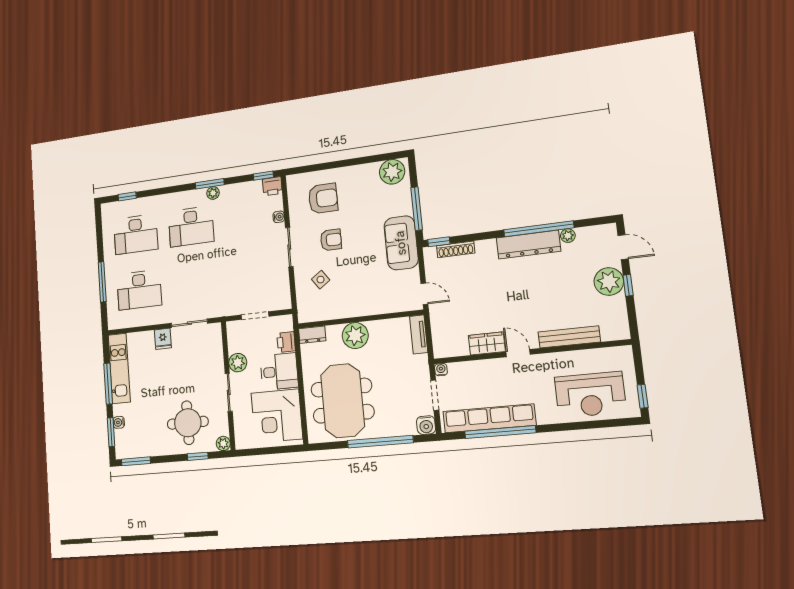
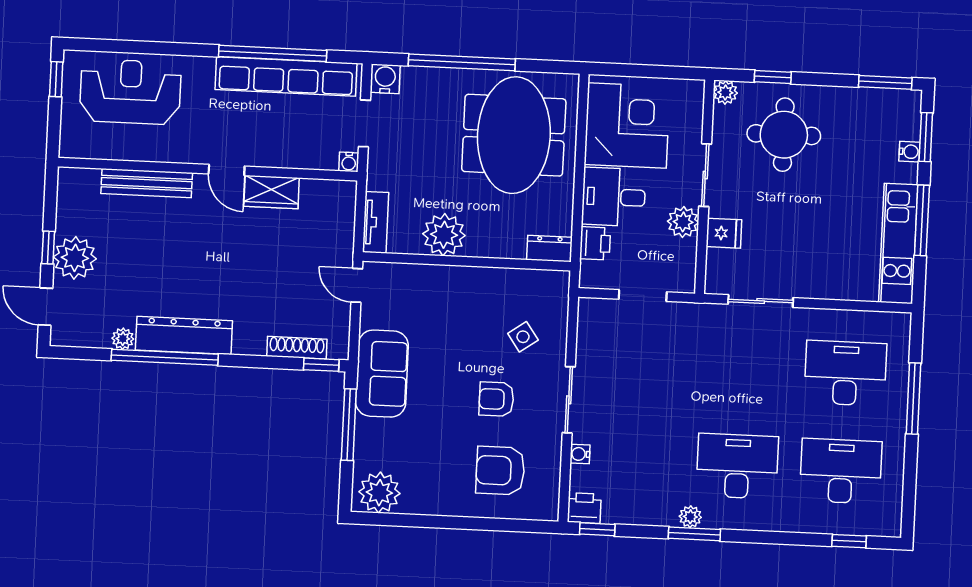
plant: (355, 336) -> (444, 235), moved
fridge: (163, 339) -> (724, 233), moved, turned 90

